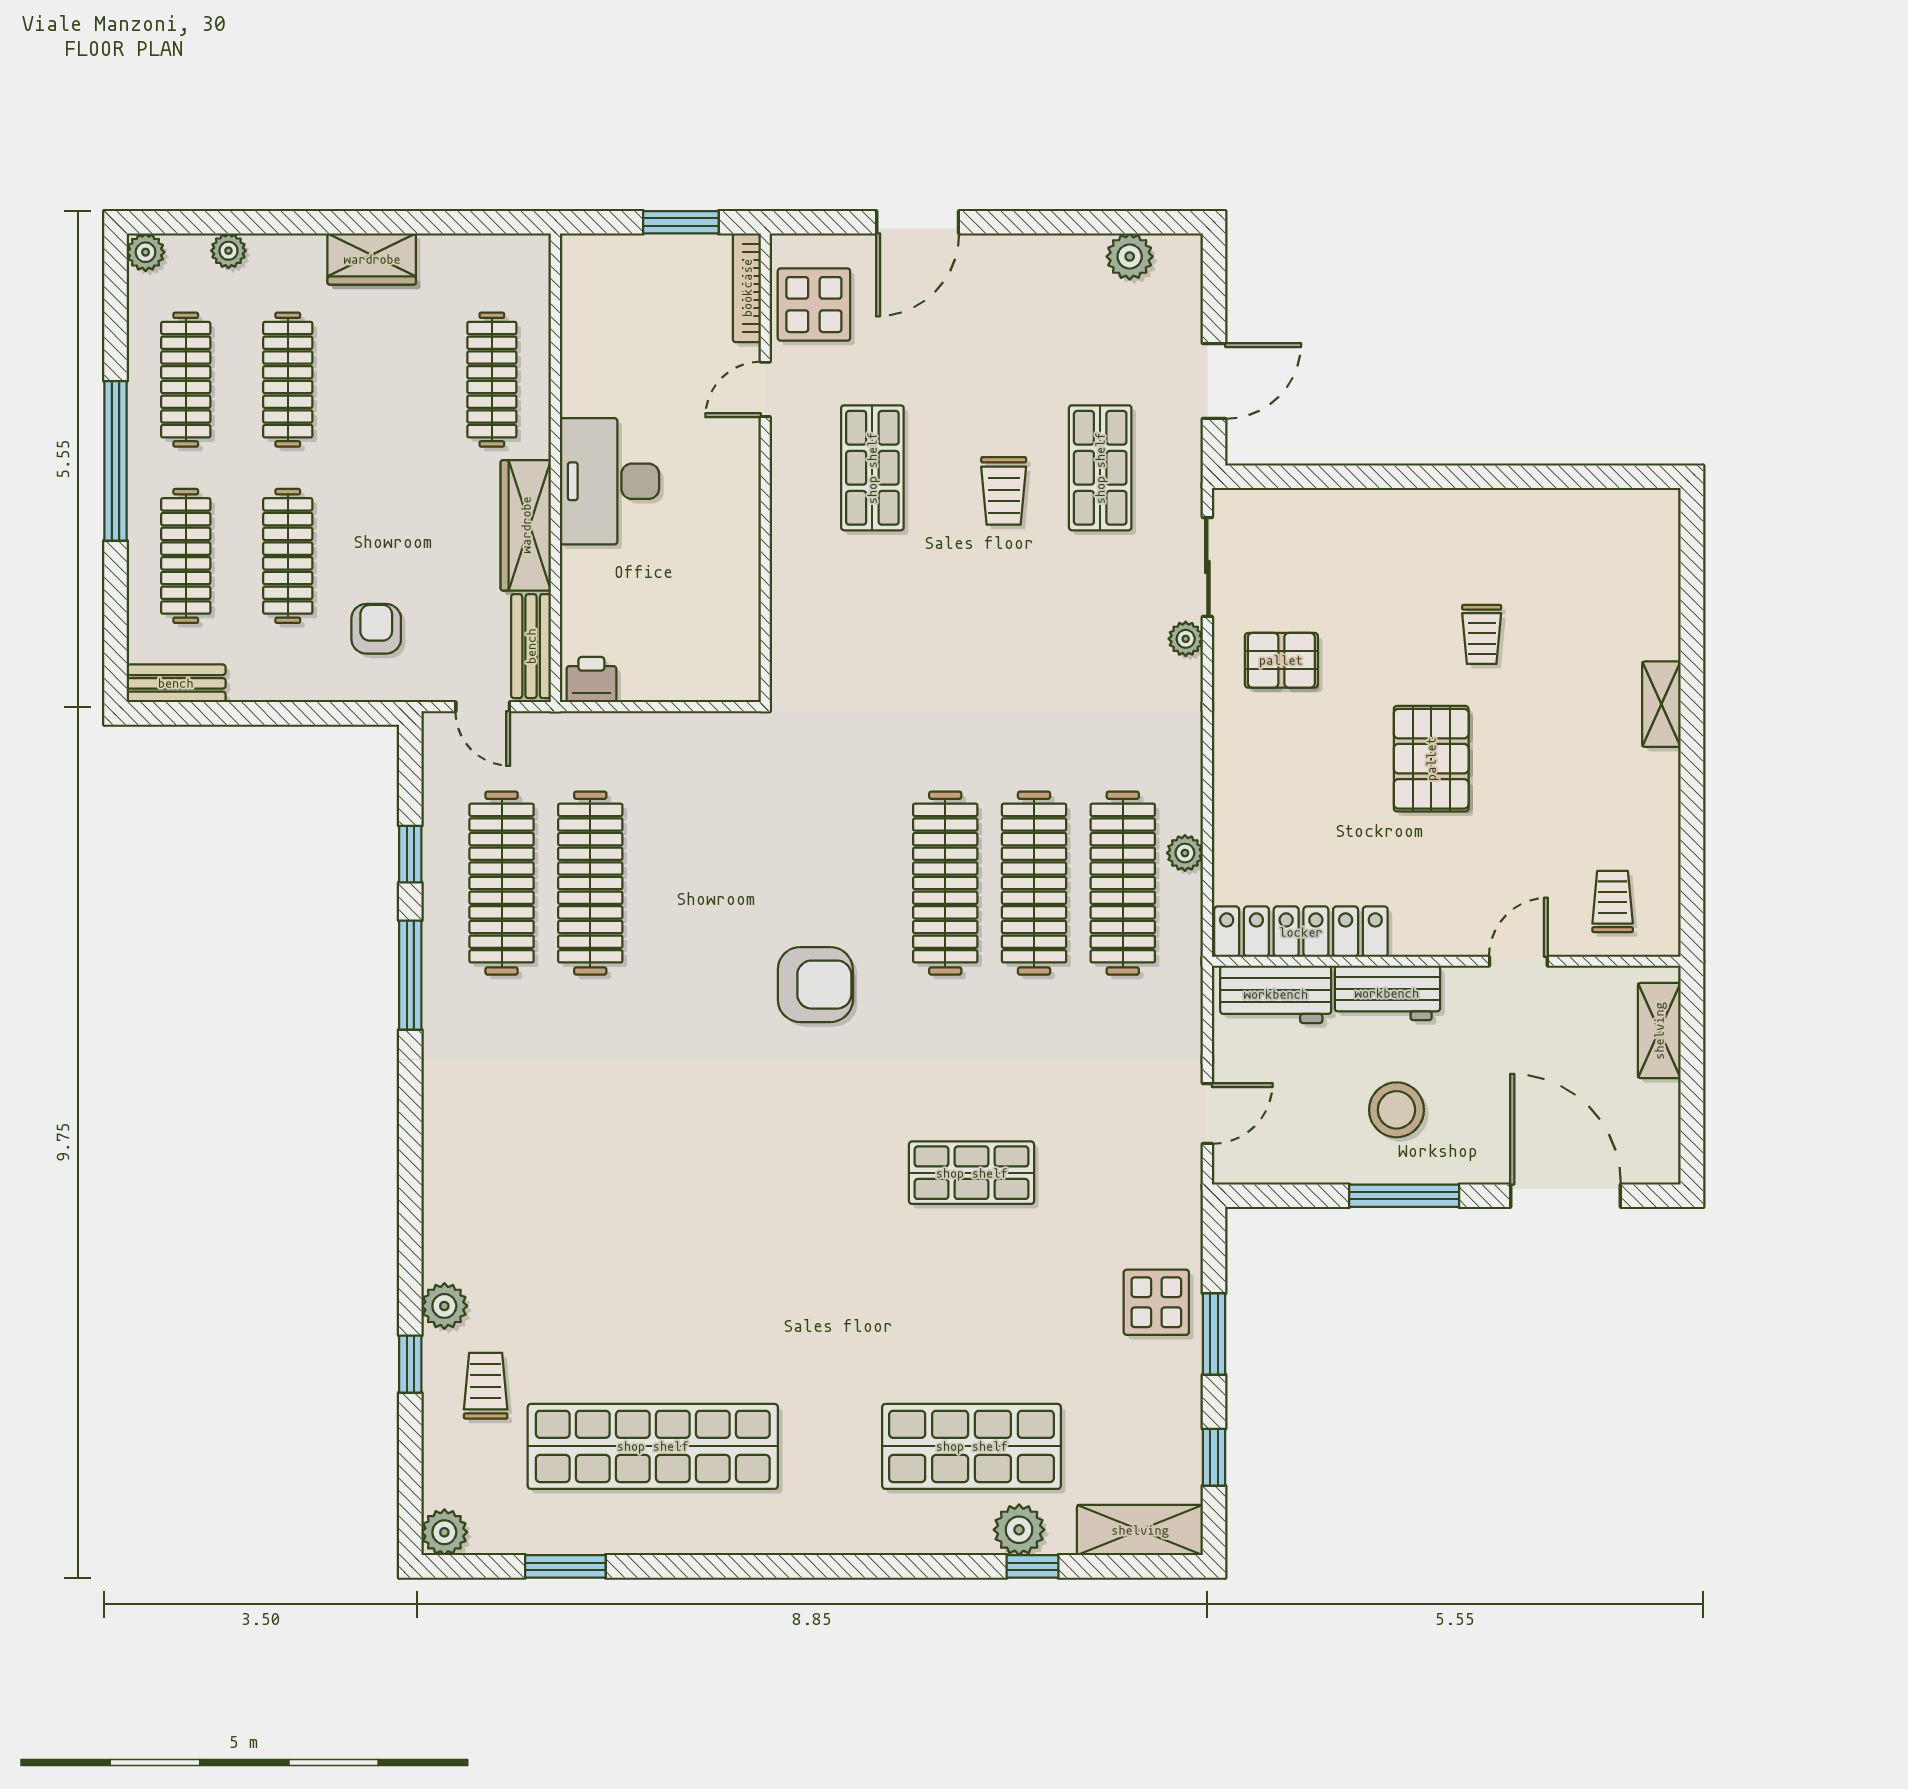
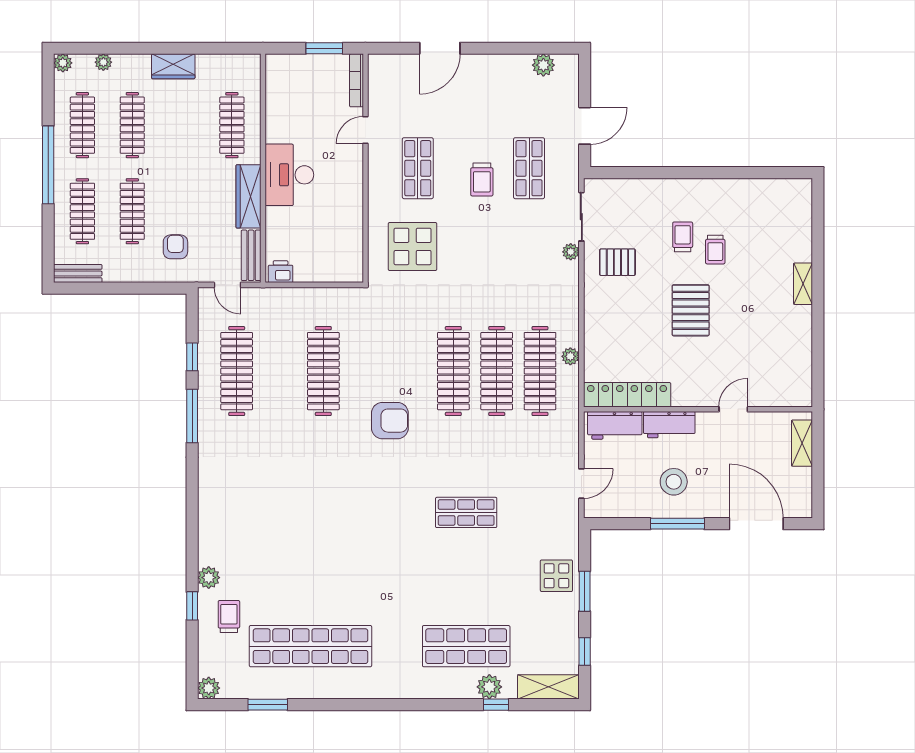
display table: (814, 305) -> (413, 246), moved, width x1.36, depth x1.36
clothes rail: (590, 883) -> (323, 371), moved
trolley: (1613, 902) -> (683, 237), moved

